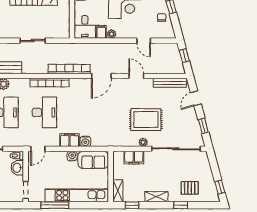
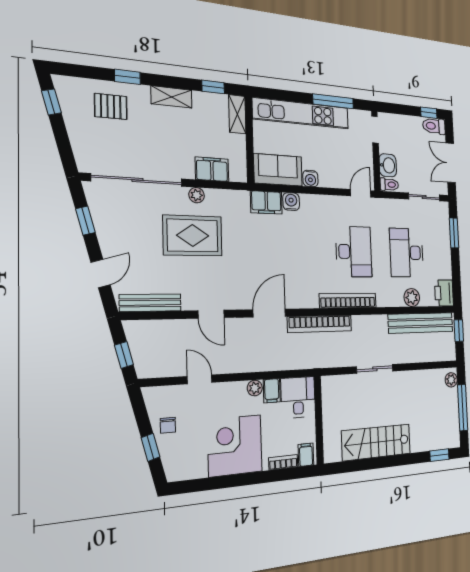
desk: (44, 112) -> (354, 252), turned 180
filing cabinet: (69, 140) -> (266, 202), moved

